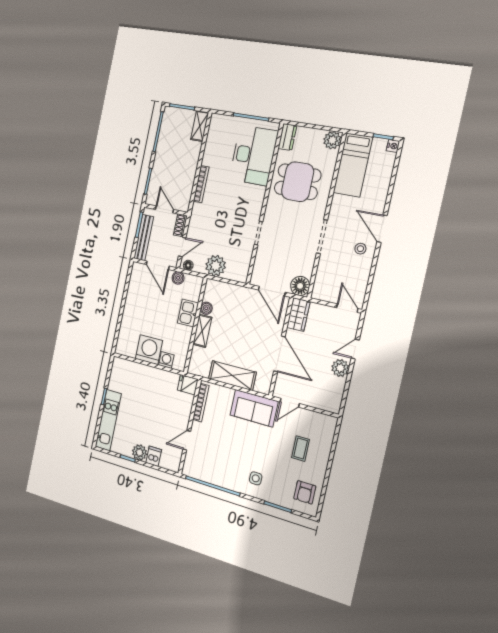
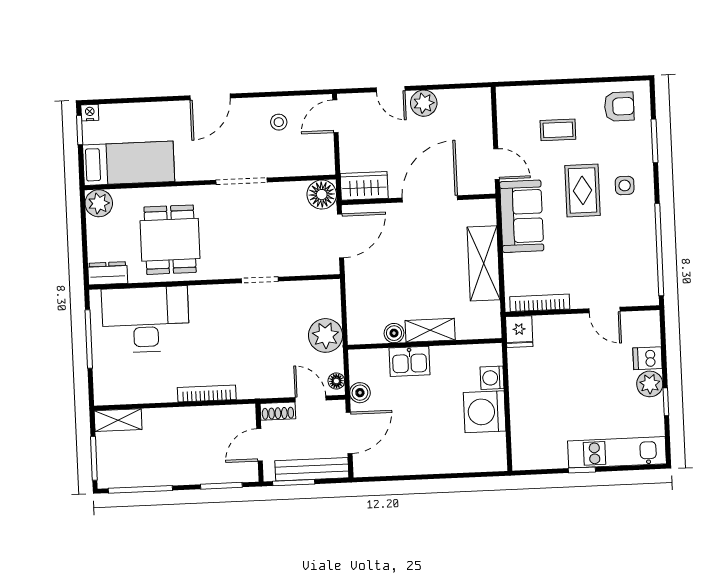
stool: (360, 249) -> (279, 122), moved
rug: (260, 451) -> (583, 190), added

